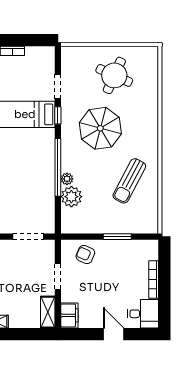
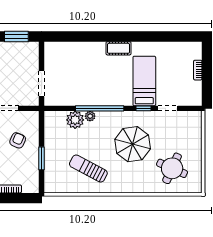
round table: (114, 75) -> (172, 168), moved
armchair: (85, 255) -> (18, 140), moved

